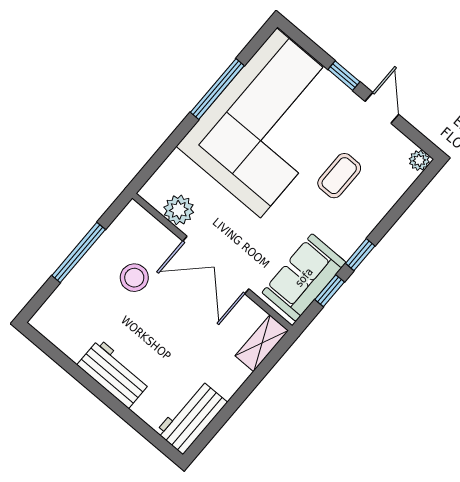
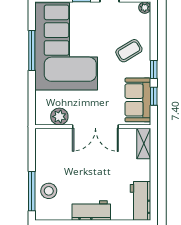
coffee table: (339, 176) -> (129, 51), moved, turned 59
window: (79, 253) -> (32, 191), moved
stool: (134, 278) -> (49, 191), moved

